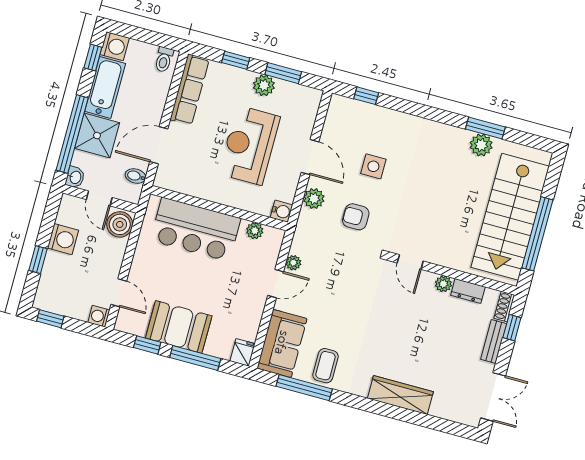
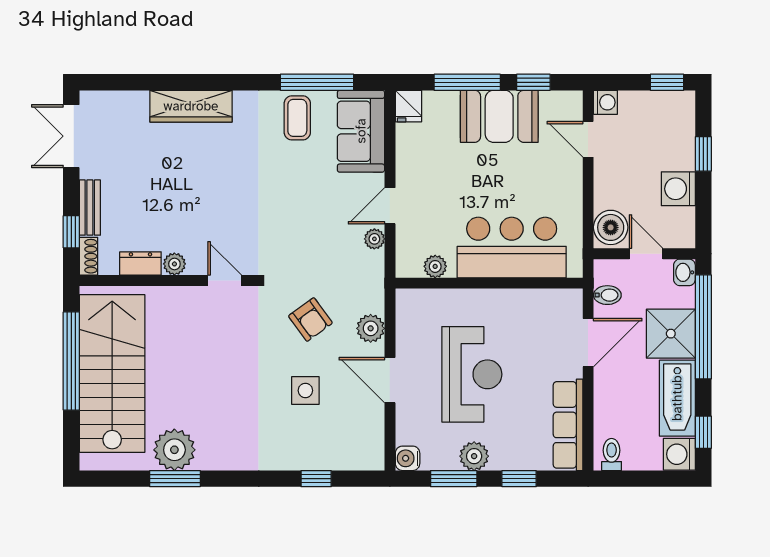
window: (366, 96) -> (316, 479), moved
plant: (481, 145) -> (174, 450), width x1.36, depth x1.36
water cooler: (282, 211) -> (408, 458), moved
armchair: (356, 217) -> (310, 319), turned 54

